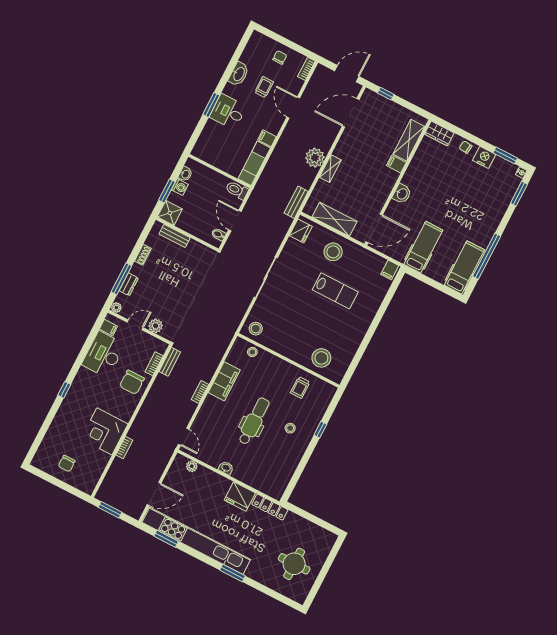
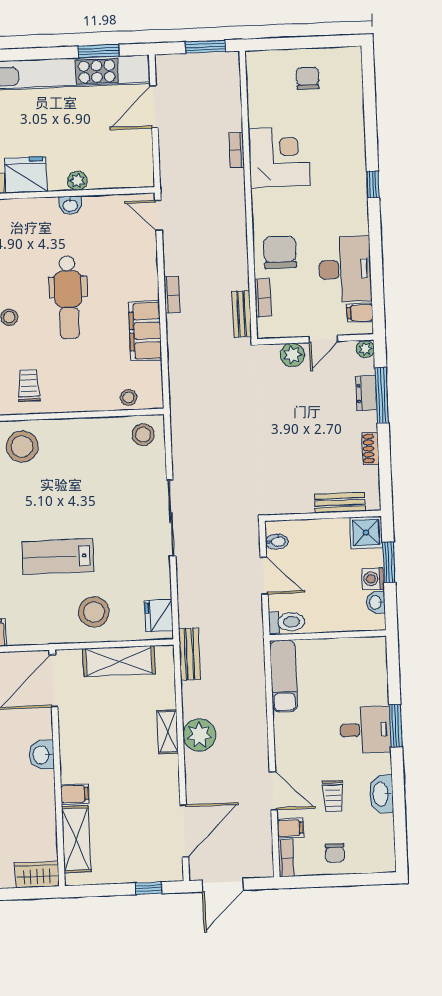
filing cabinet: (267, 138) -> (290, 828), moved
plant: (192, 466) -> (77, 181), moved

